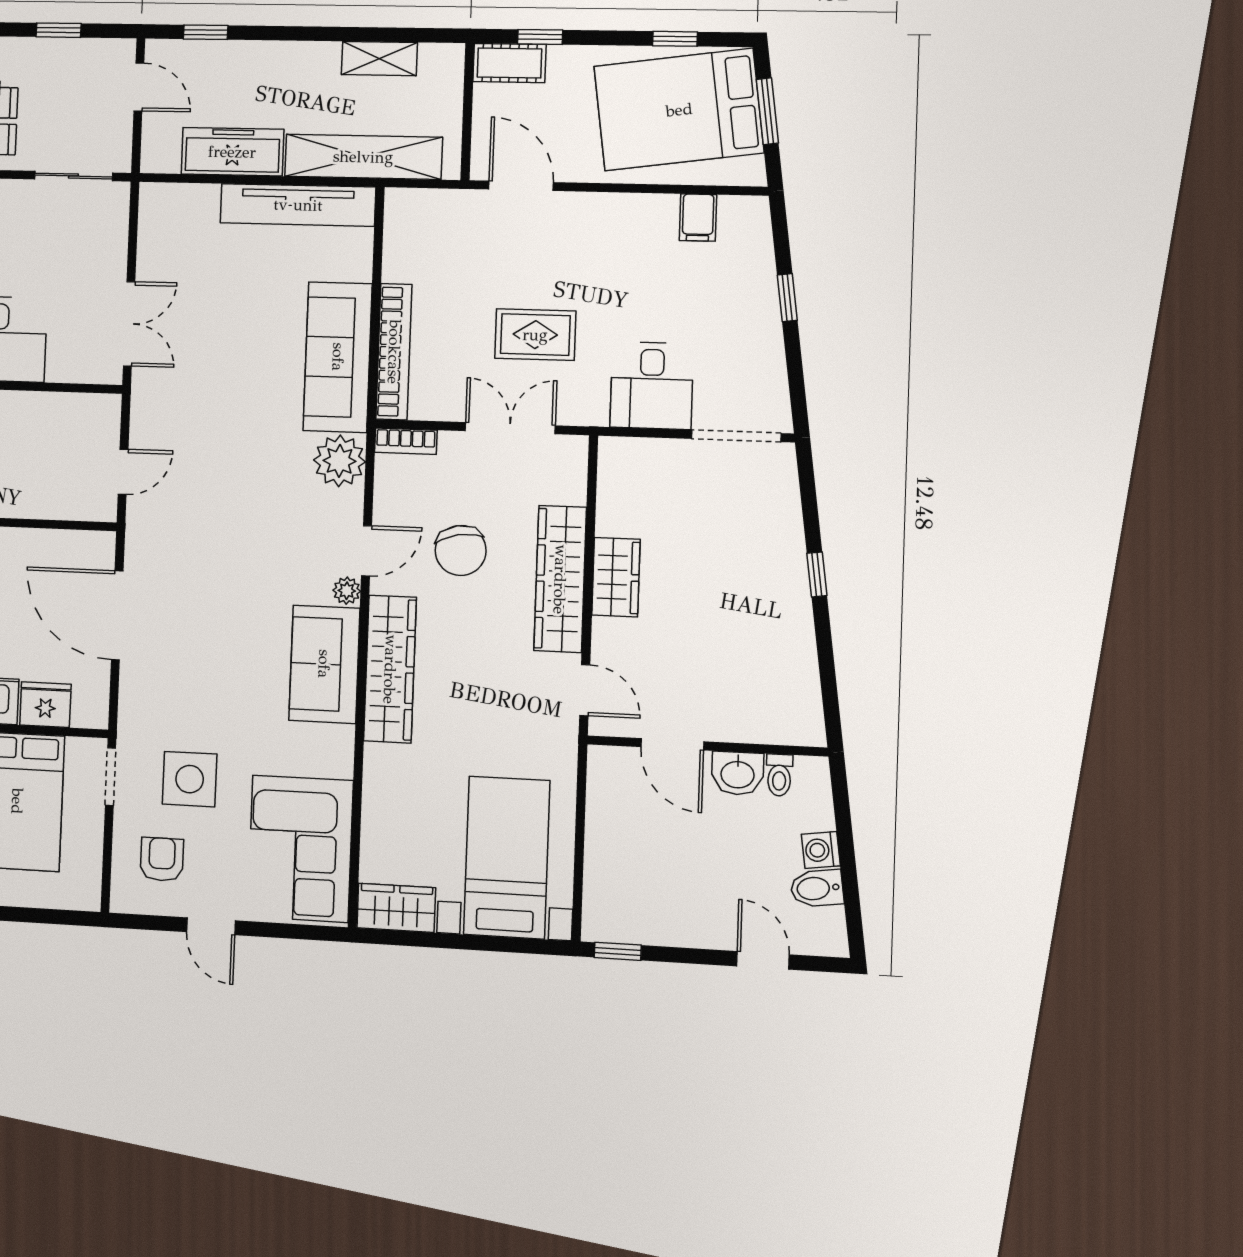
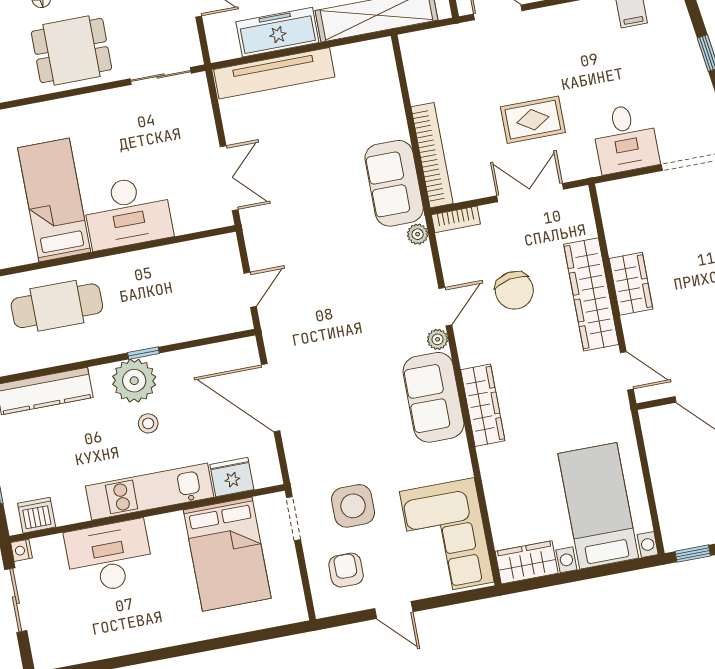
tv unit: (298, 205) -> (274, 73), moved
sofa: (338, 357) -> (394, 183), width x0.73
plant: (340, 461) -> (418, 234), width x0.53, depth x0.53
wardrobe: (390, 669) -> (483, 405), width x0.71, depth x0.85

